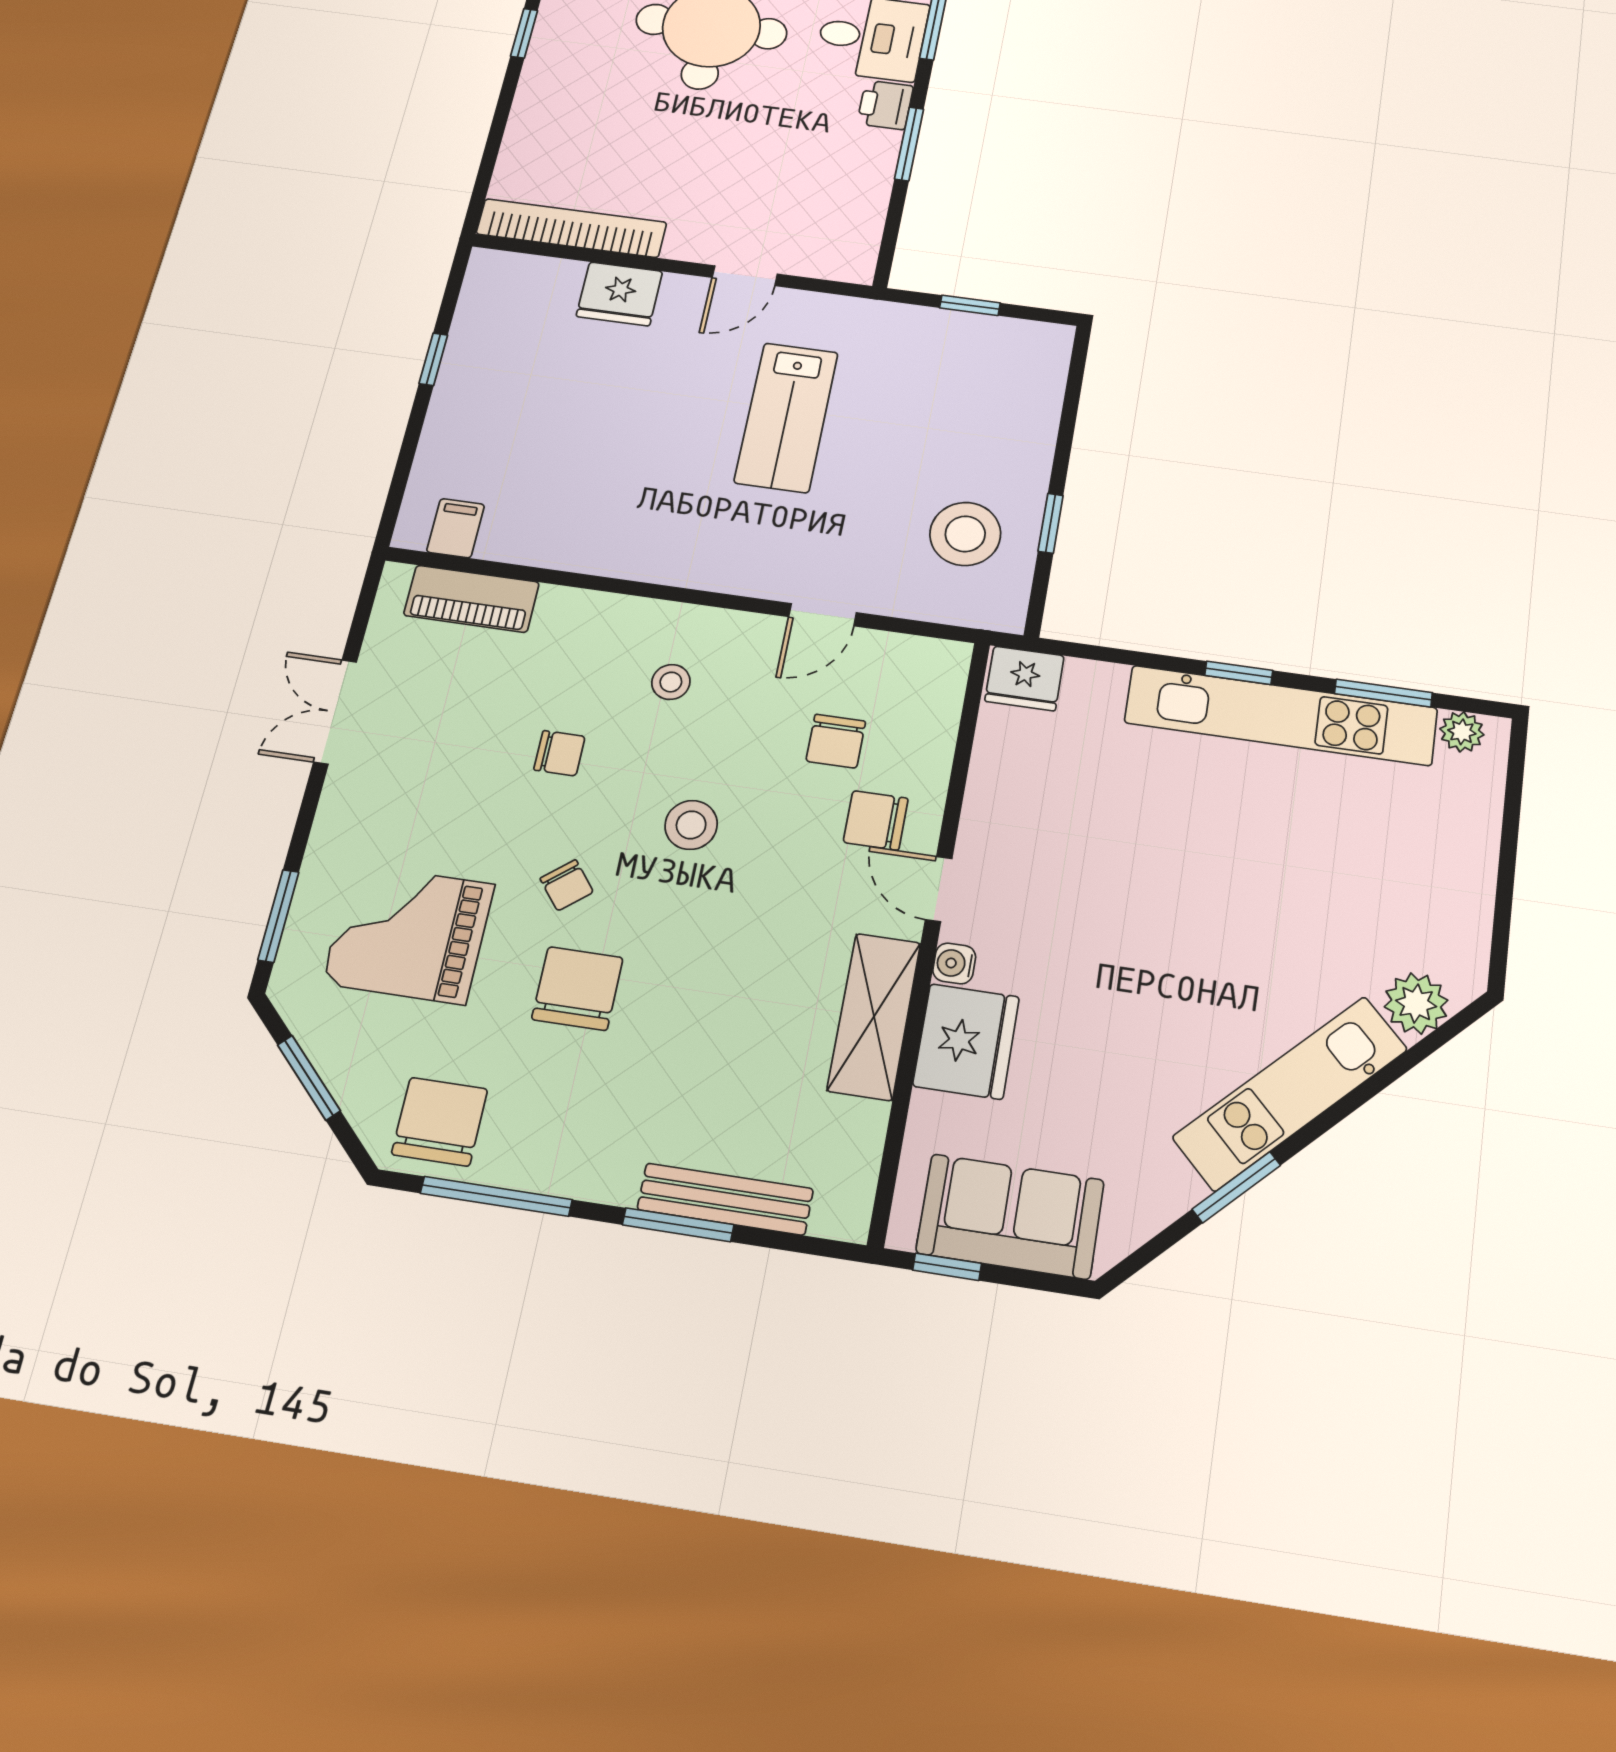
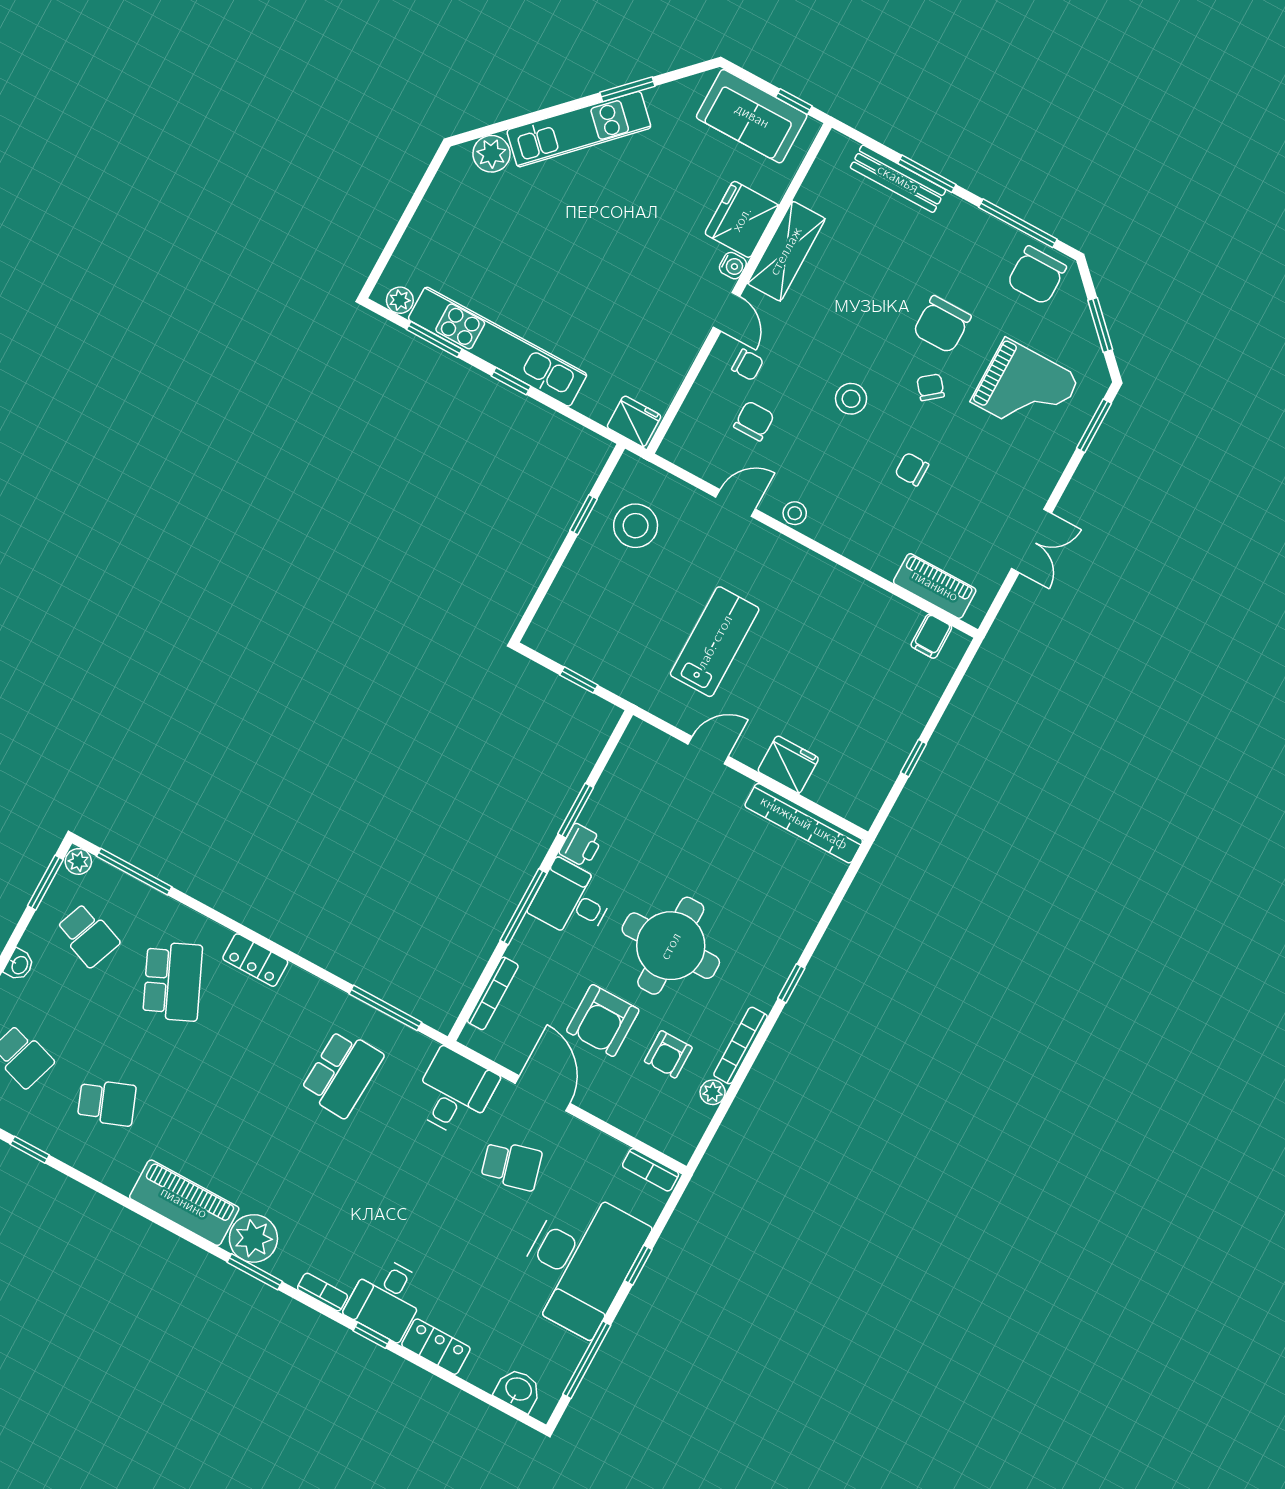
stool: (671, 682) -> (795, 513), moved
chair: (876, 820) -> (748, 365), width x0.73, depth x0.73

